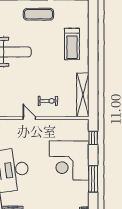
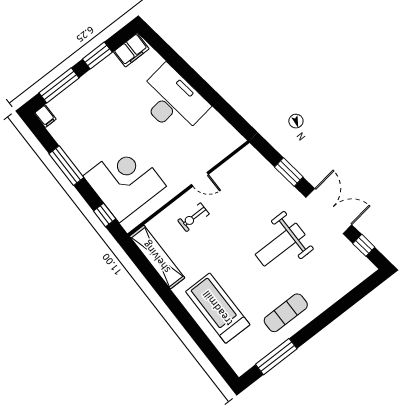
treadmill: (72, 44) -> (218, 308), width x1.37, depth x1.38
corner desk: (69, 161) -> (125, 181), moved

